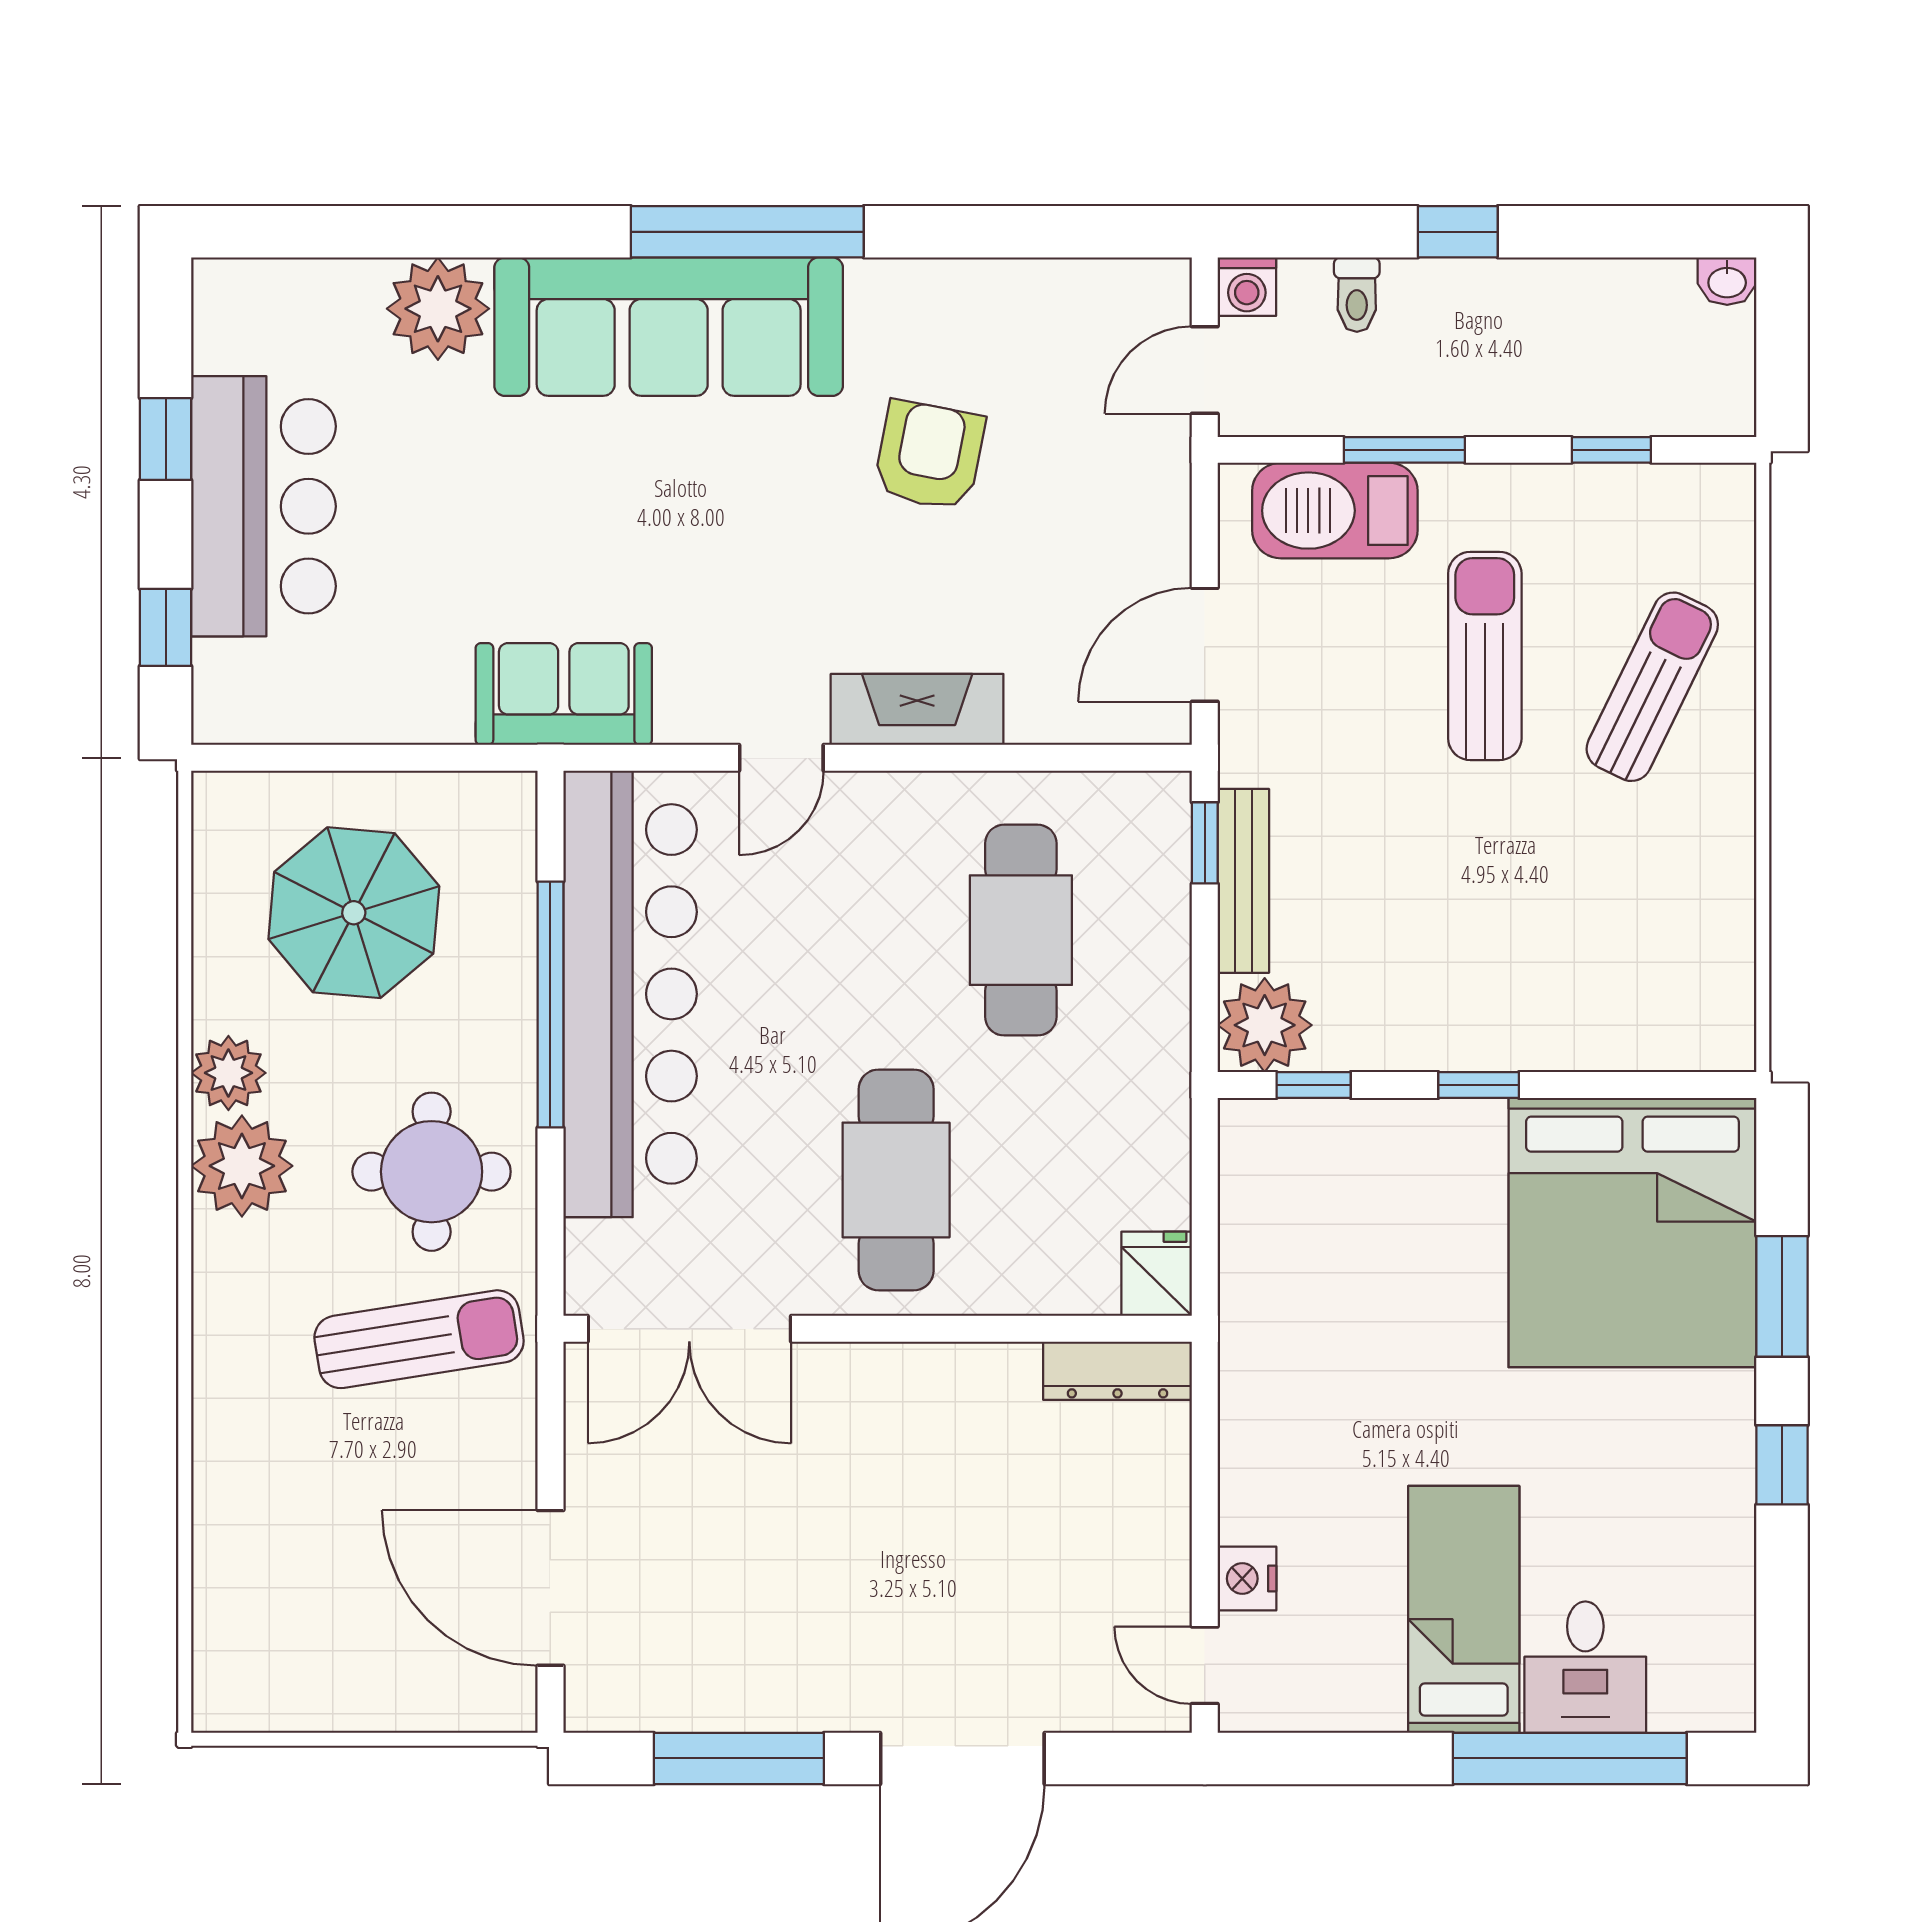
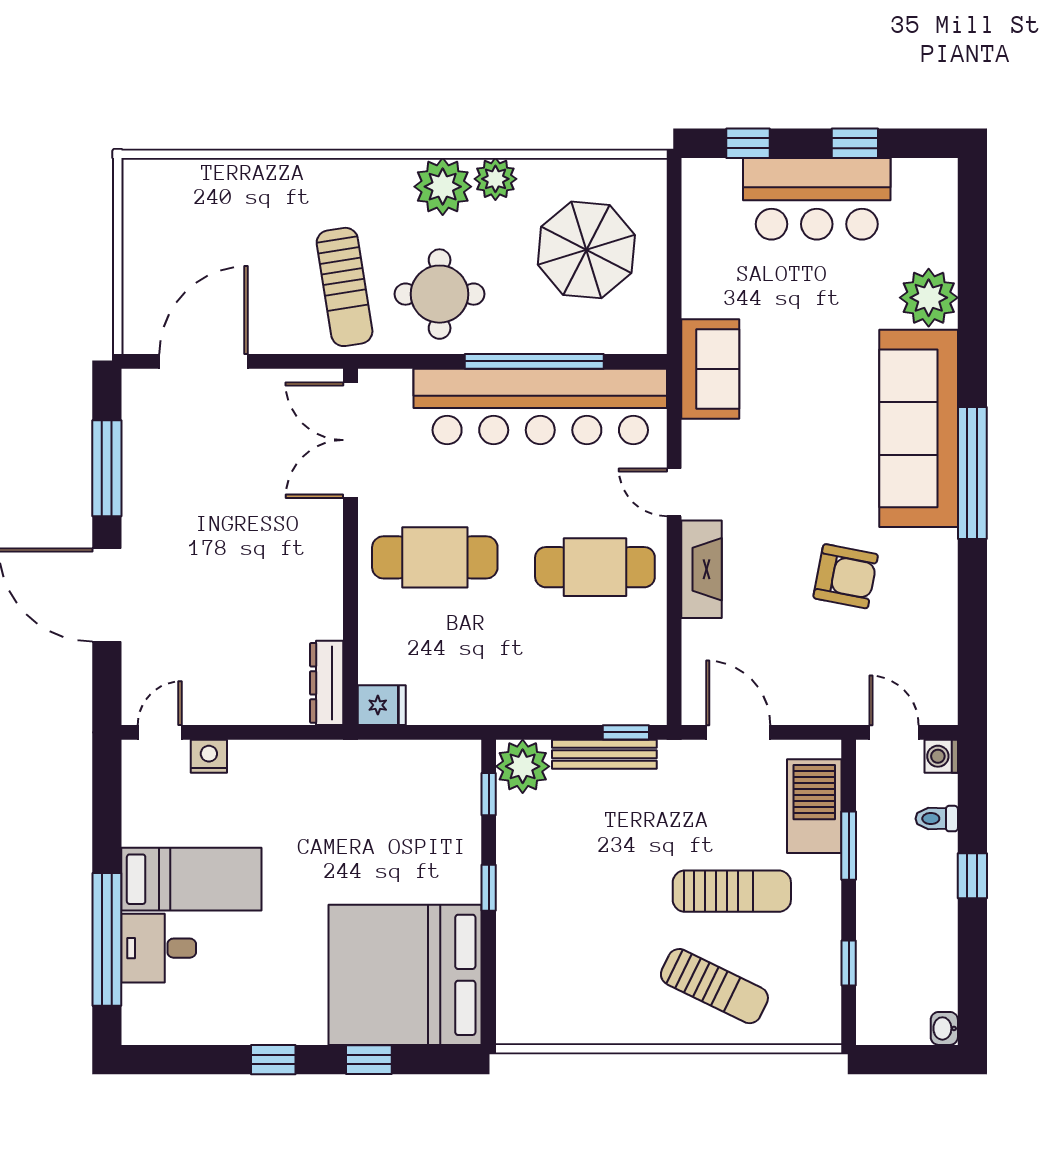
cafe table: (1021, 930) -> (595, 567), moved
window: (1782, 1296) -> (369, 1060), width x0.67

